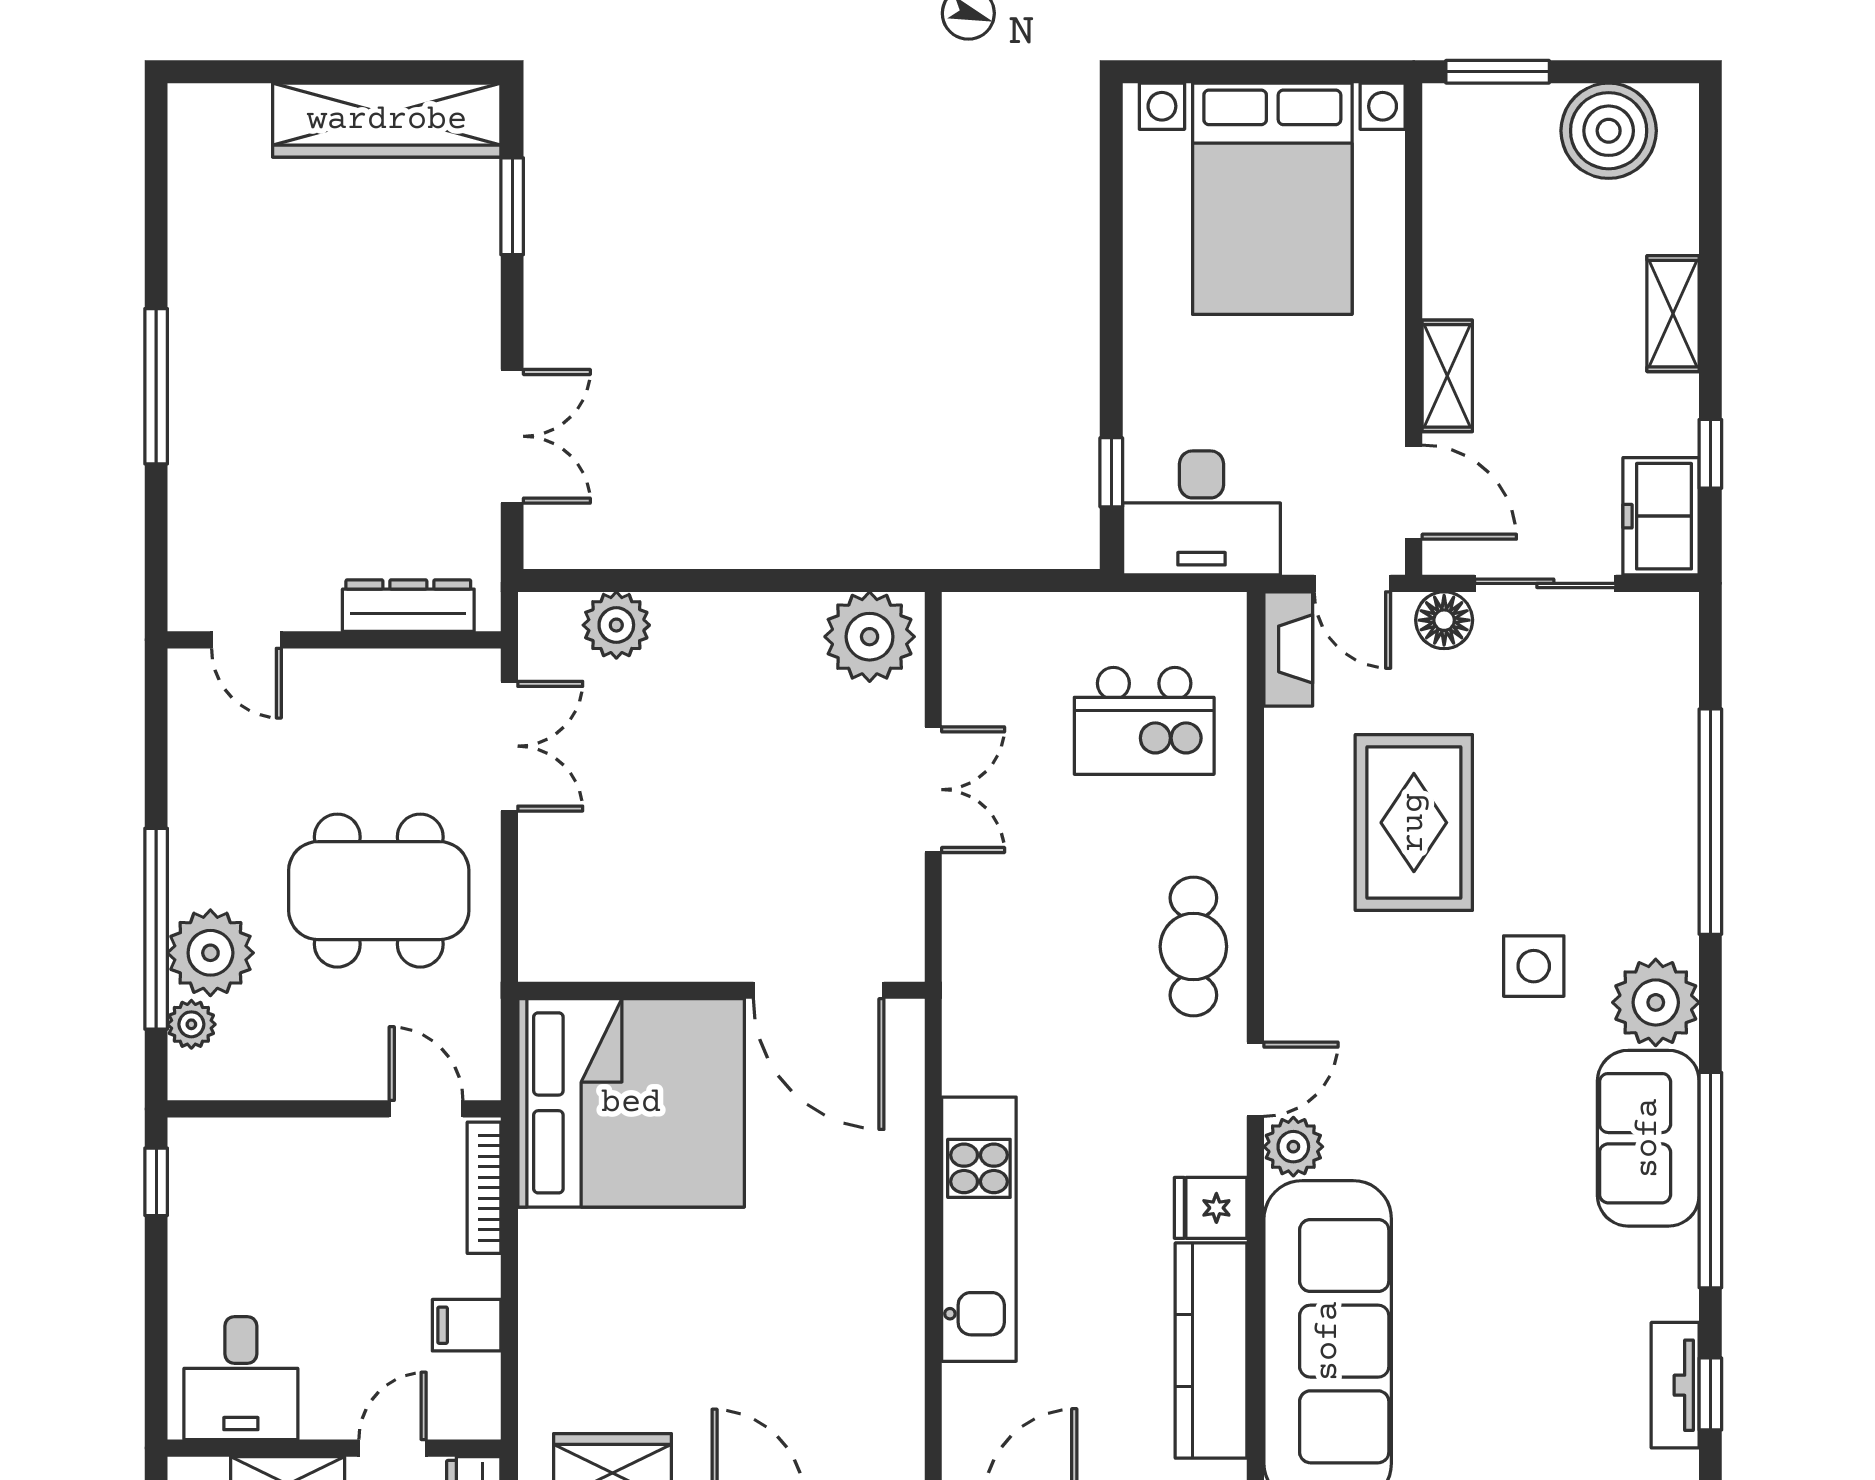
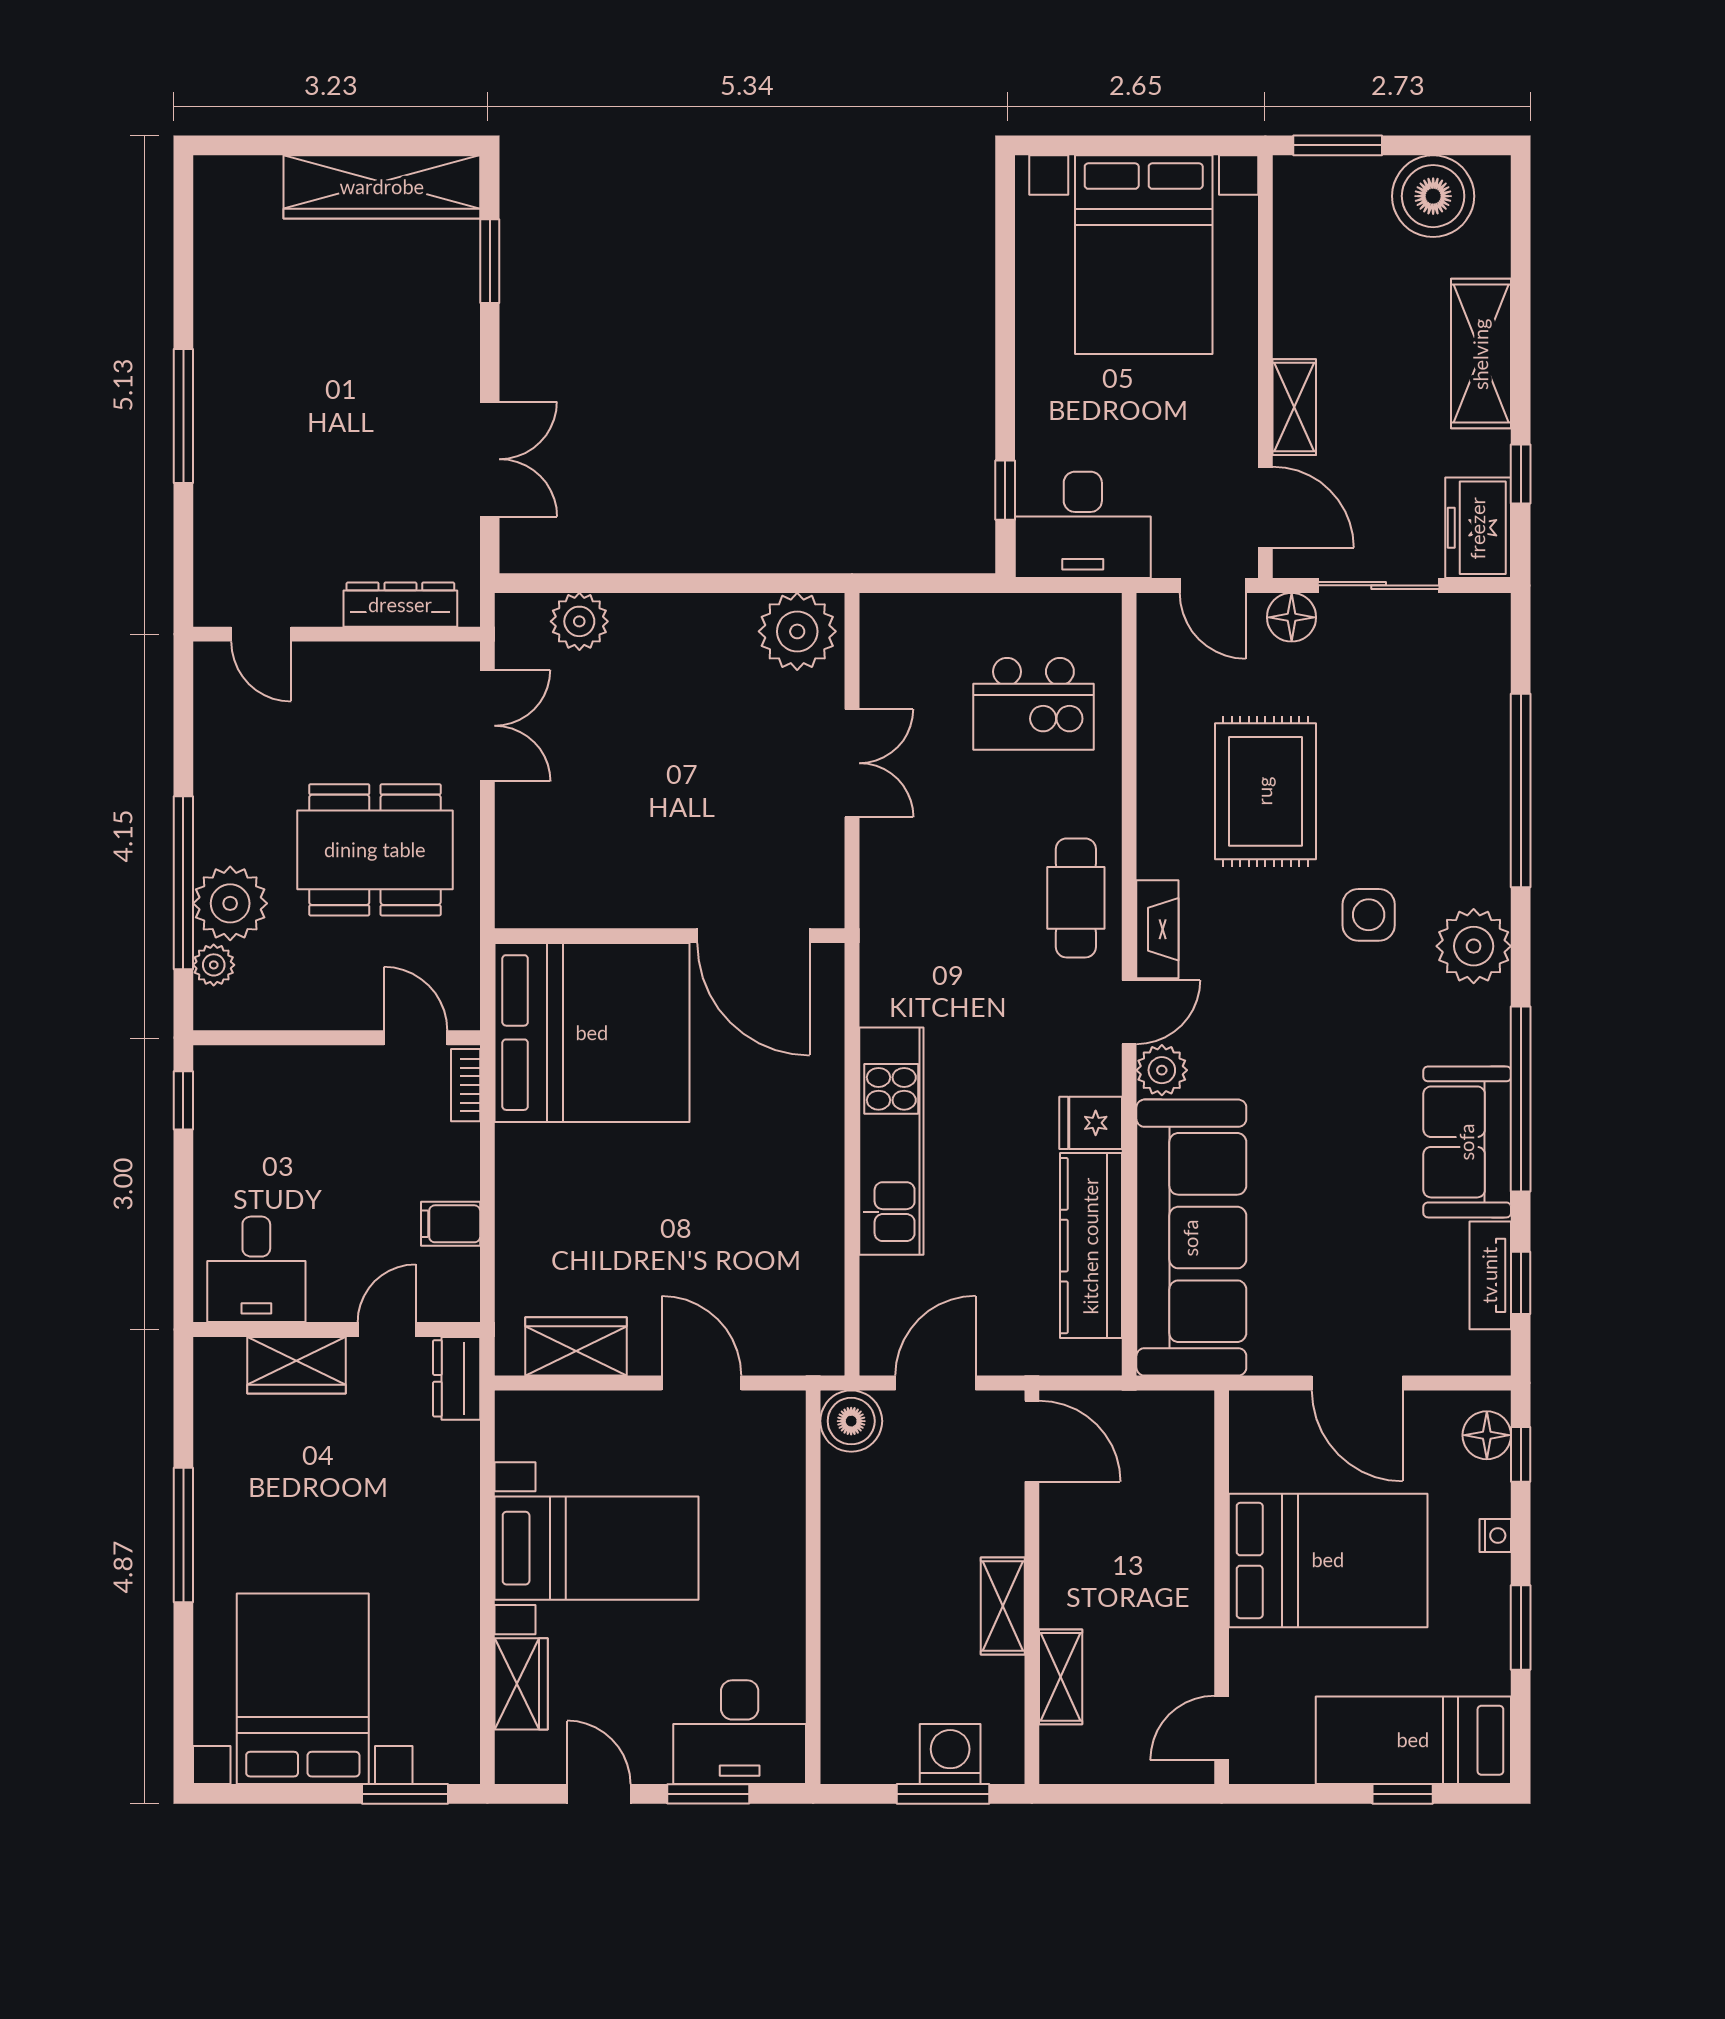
shelving: (1673, 314) -> (1481, 354), width x1.50, depth x1.33
fireplace: (1288, 649) -> (1157, 929), moved
sofa: (1648, 1138) -> (1467, 1142), moved
bookcase: (484, 1188) -> (466, 1085), width x0.64

